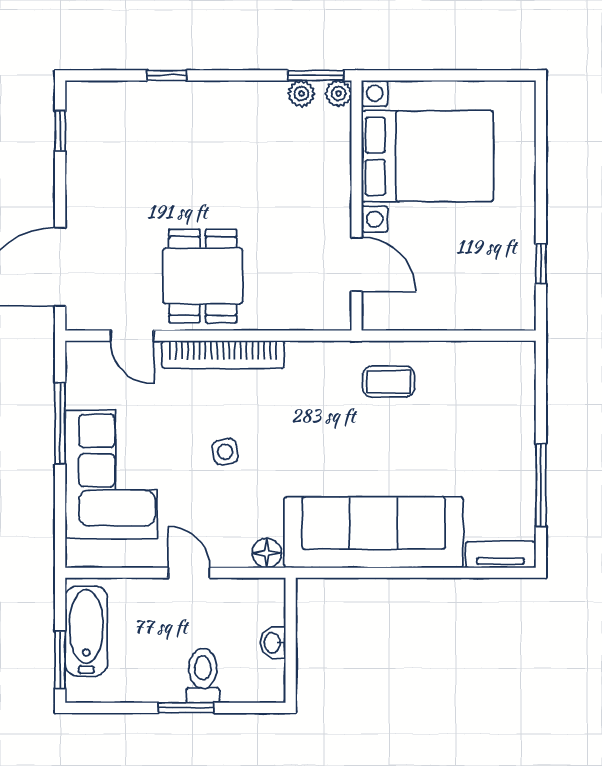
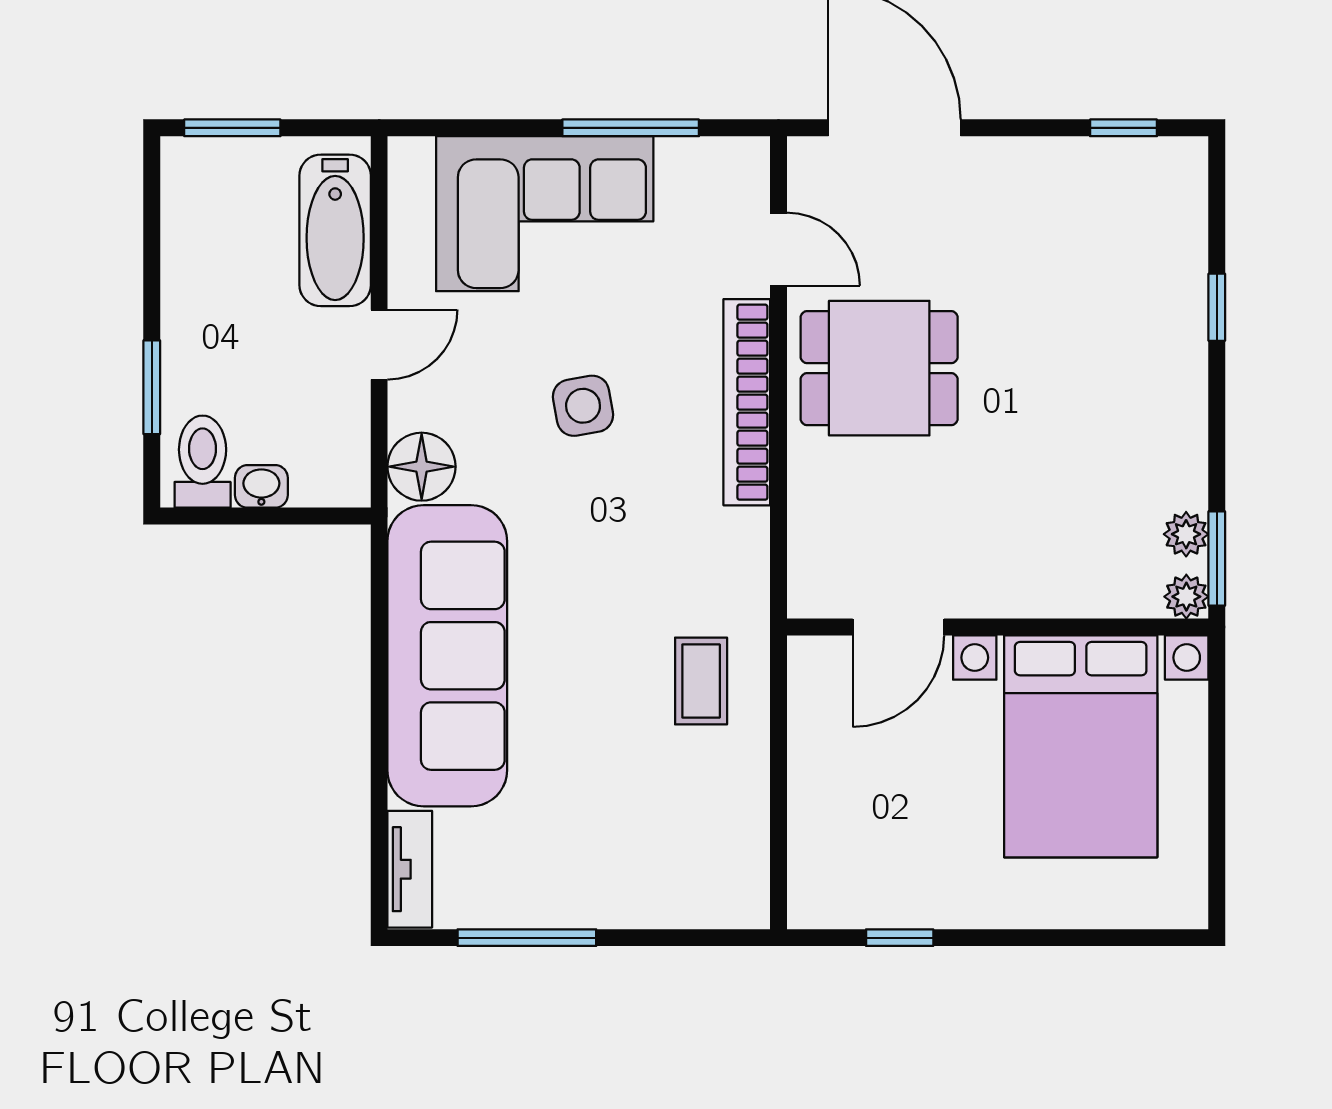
door: (132, 336) -> (779, 249), swing flipped
side table: (225, 452) -> (583, 406), width x1.37, depth x1.37
floor lamp: (267, 553) -> (422, 467), width x1.38, depth x1.38
bathtub: (86, 631) -> (335, 230), moved, turned 90
toilet: (203, 676) -> (203, 462), moved, turned -90
window: (186, 708) -> (152, 387), moved

